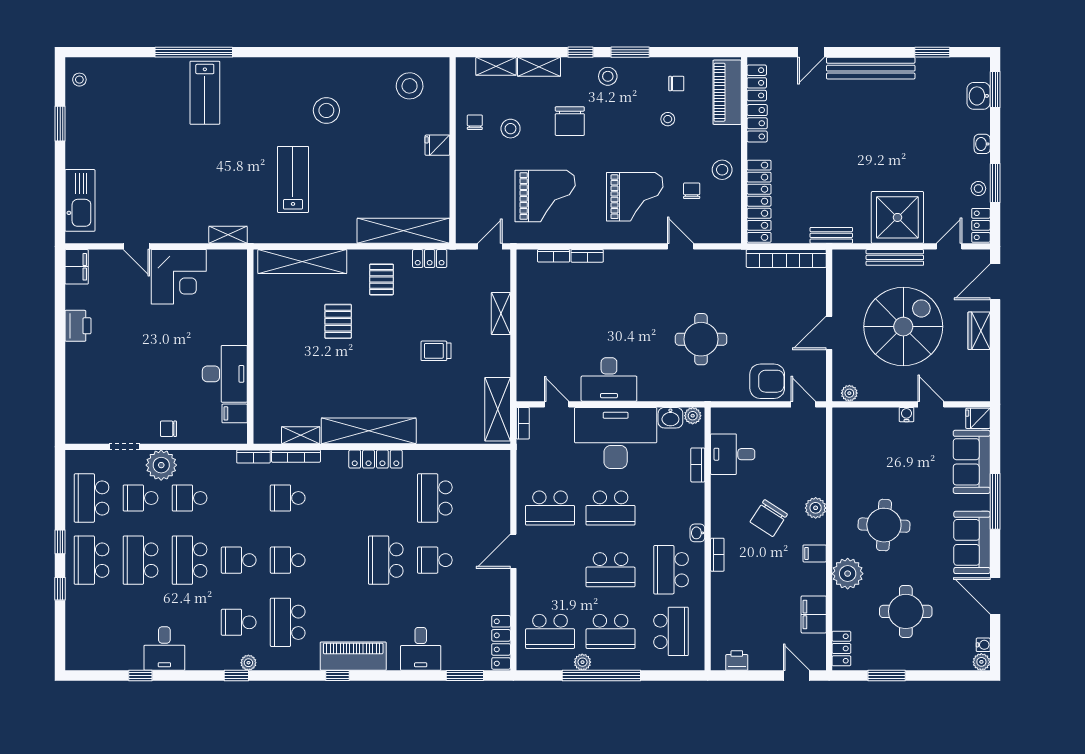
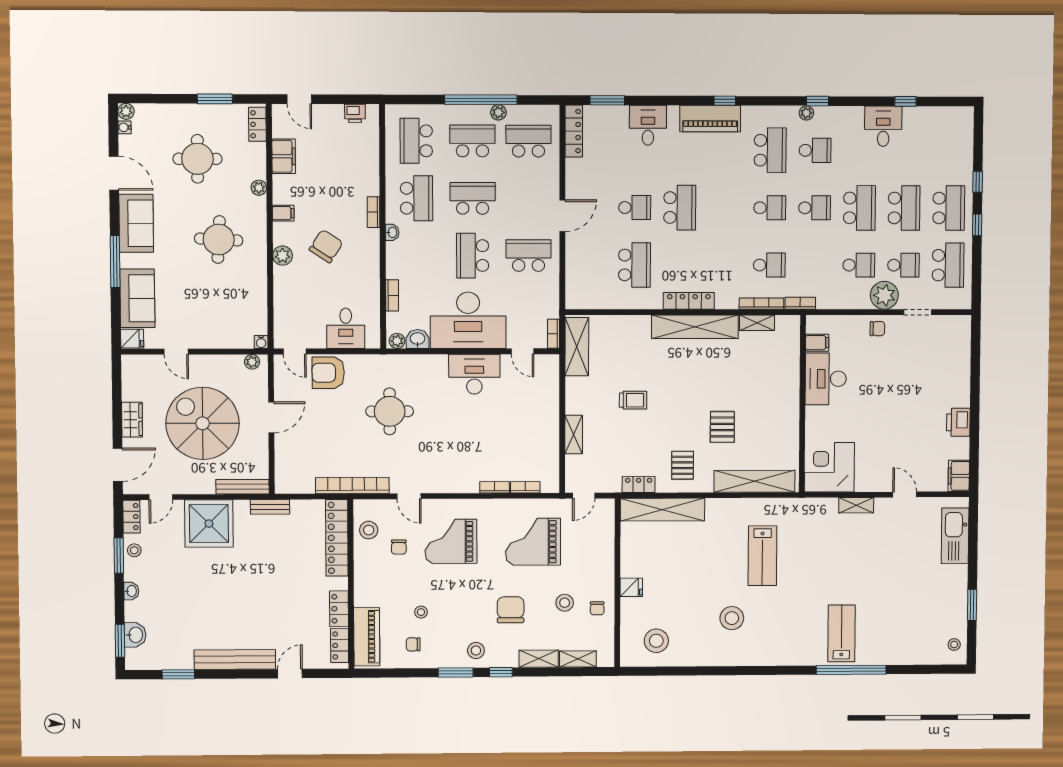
stool: (722, 170) -> (369, 530), moved
shelving: (228, 235) -> (856, 505), moved
bench: (895, 257) -> (242, 487), moved
bookcase: (786, 258) -> (352, 485), moved
corner desk: (179, 277) -> (829, 467), moved
spiral stairs: (903, 327) -> (203, 423), turned 90
water cooler: (907, 415) -> (261, 342), moved
desk: (733, 454) -> (346, 328), moved, turned 90
school desk: (611, 508) -> (473, 256), turned -90
plant: (848, 574) -> (259, 188), width x0.53, depth x0.53

